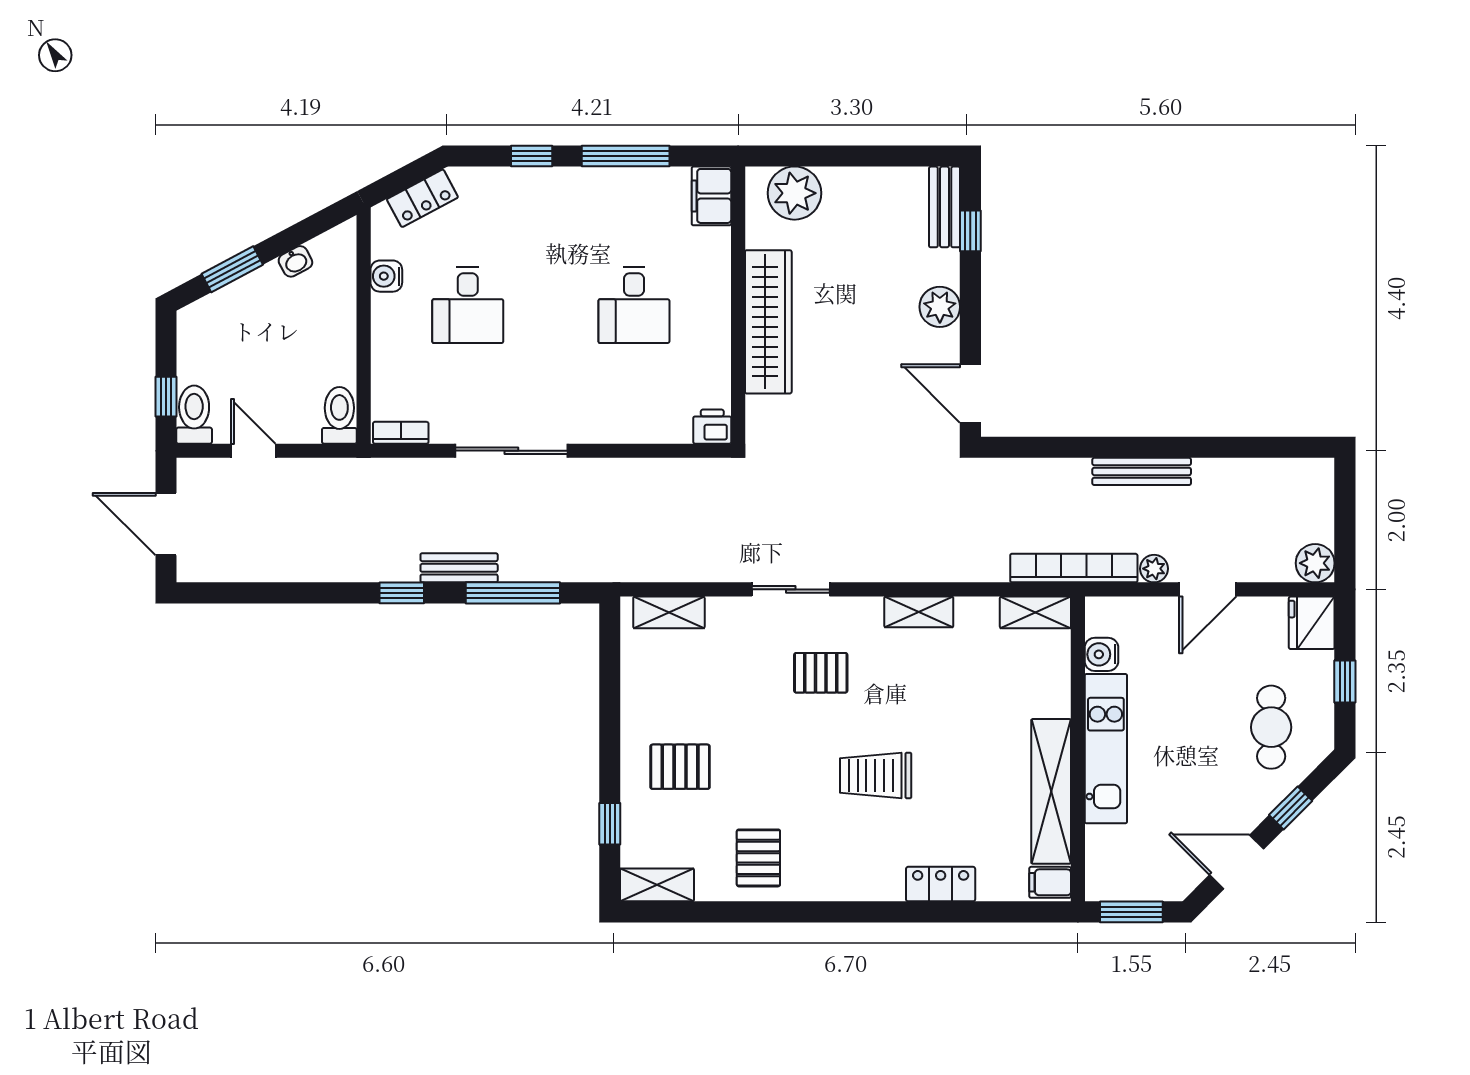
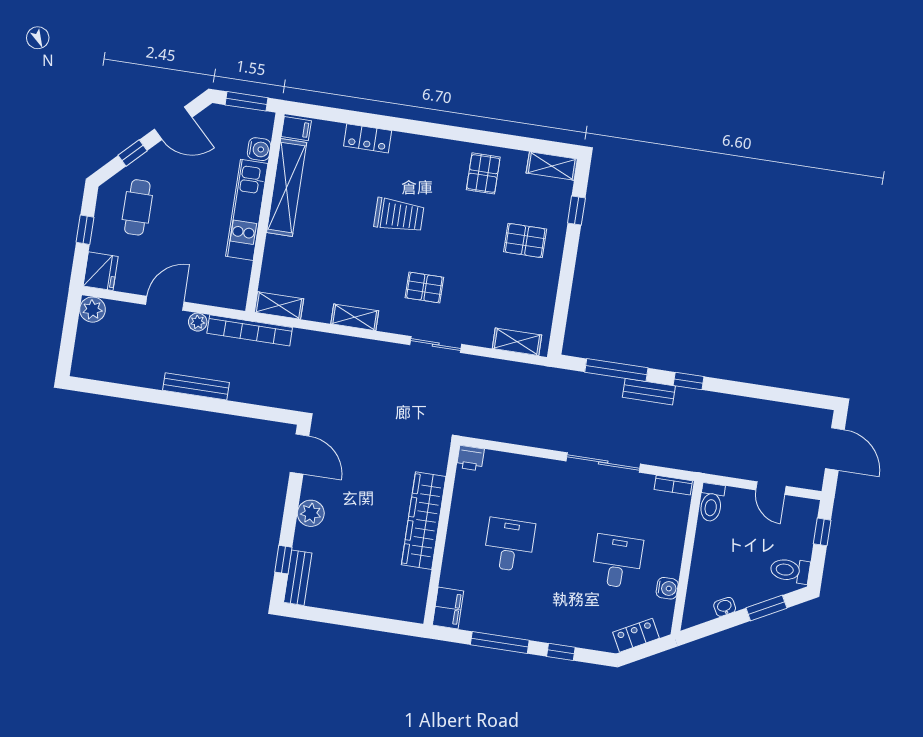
plant: (794, 193) -> (394, 602), removed
toilet: (194, 415) -> (790, 570), moved, turned 90
water cooler: (1101, 654) -> (259, 149), moved

